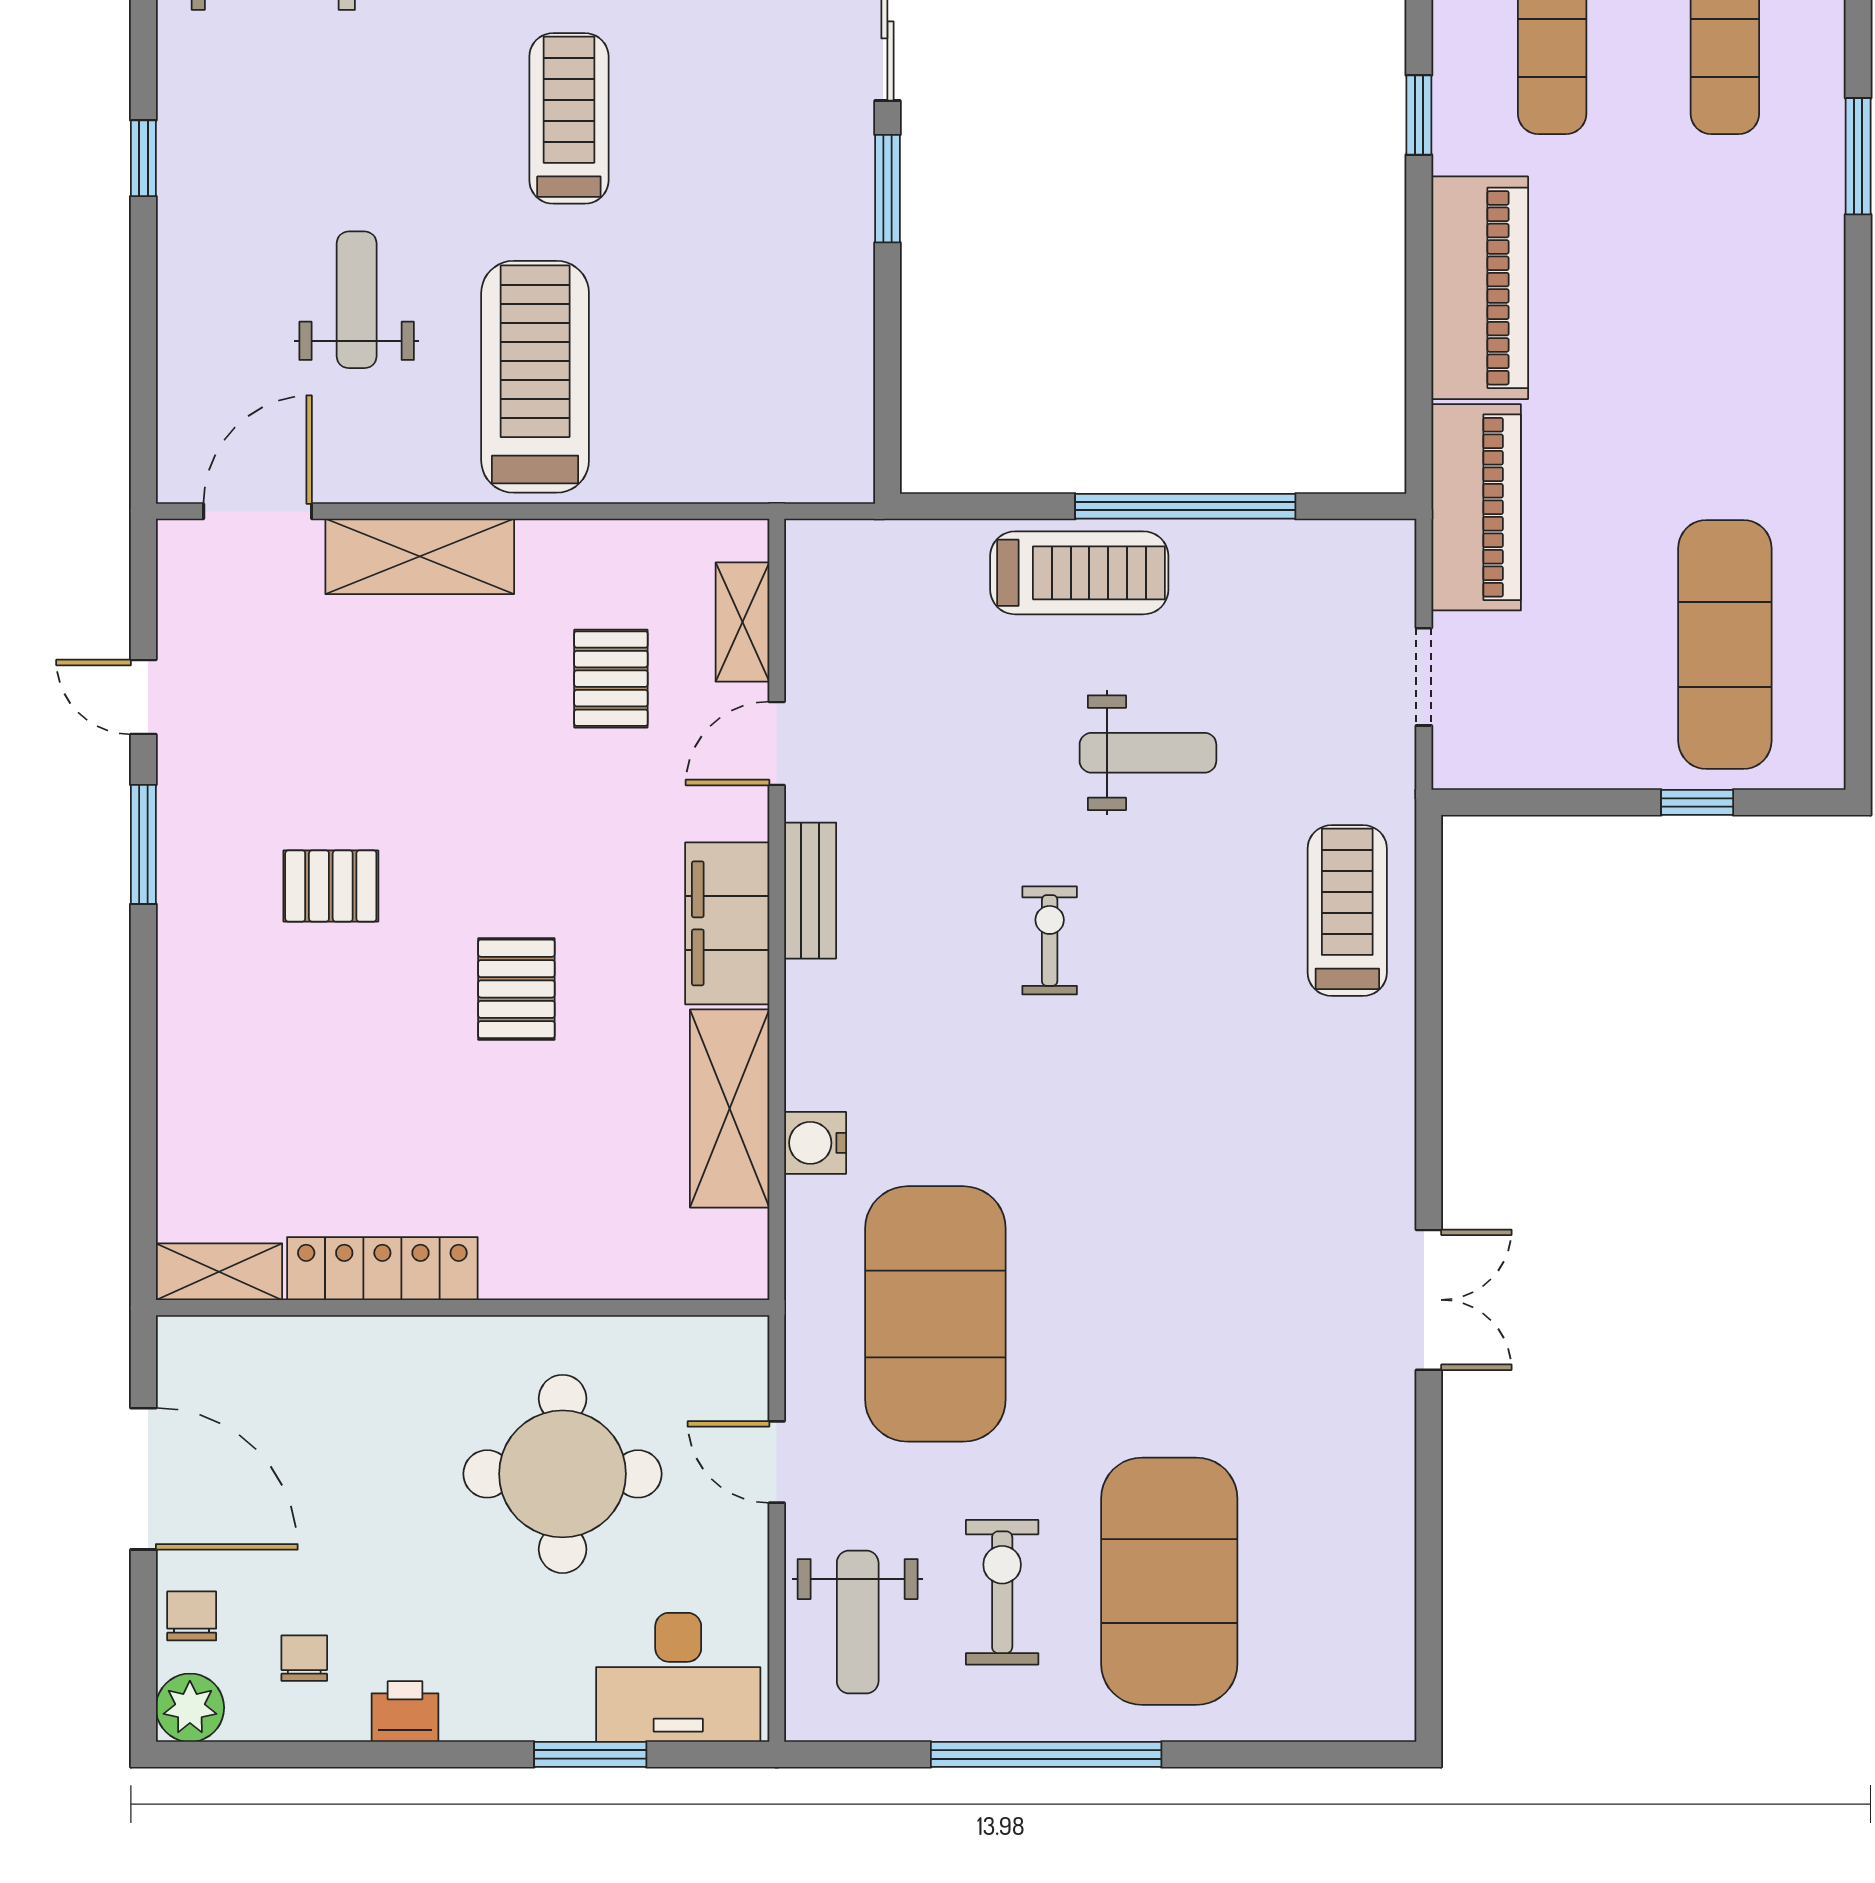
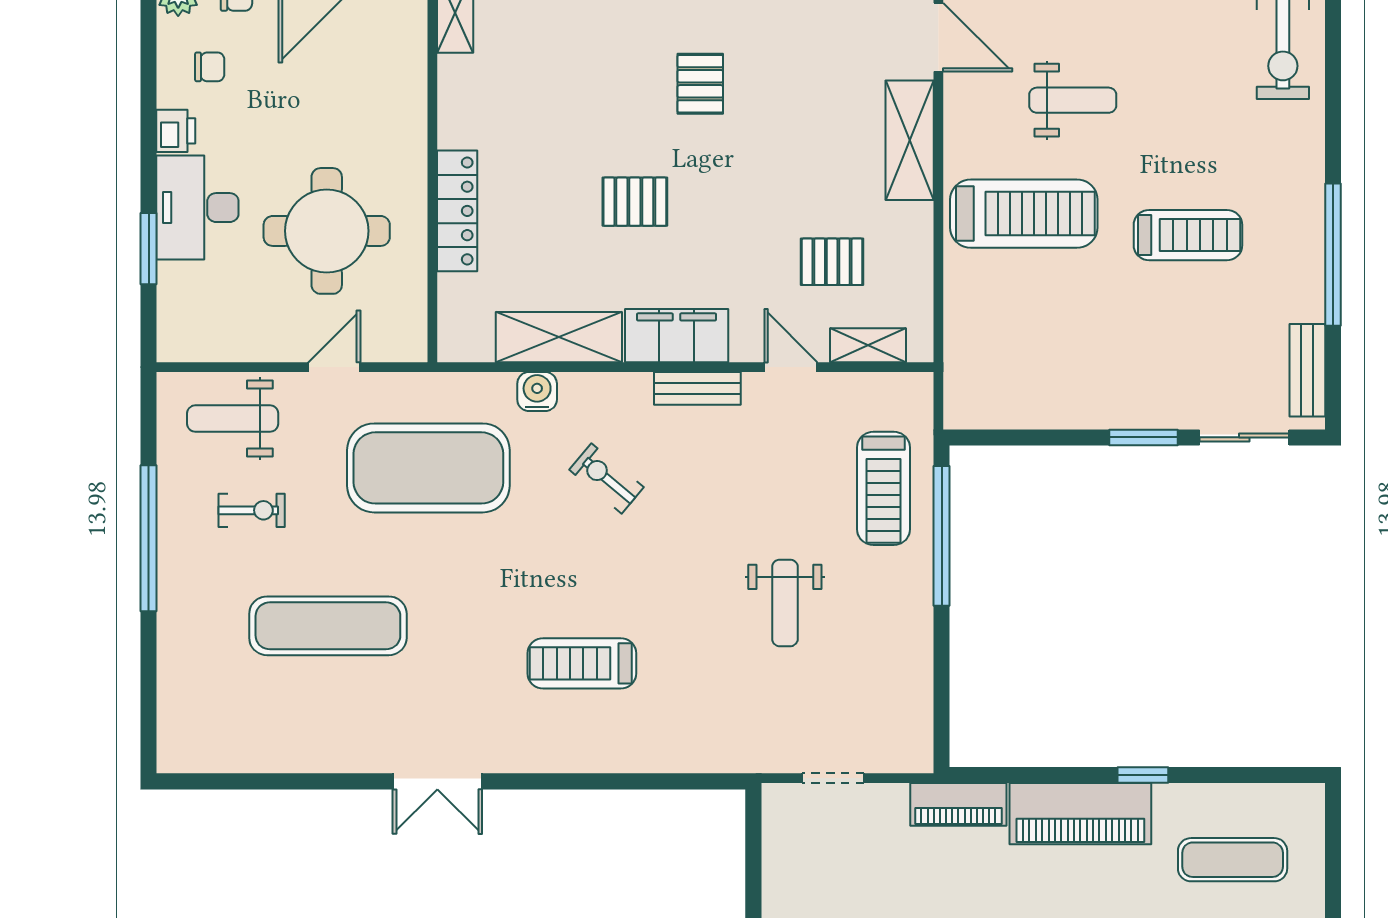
window: (1419, 115) -> (1143, 775), moved
window: (1185, 506) -> (942, 536), moved
piano: (1476, 507) -> (958, 804), width x0.73, depth x0.75
treadmill: (1079, 573) -> (884, 488), moved
treadmill: (1347, 911) -> (582, 663), moved, turned 180
exercise bike: (1050, 940) -> (607, 478), moved, turned -140
locker: (382, 1269) -> (457, 211), moved
exercise mat: (1169, 1581) -> (328, 626), moved, width x0.68
exercise bike: (1002, 1592) -> (252, 510), width x0.73, depth x0.72
desk: (678, 1677) -> (197, 208), moved

